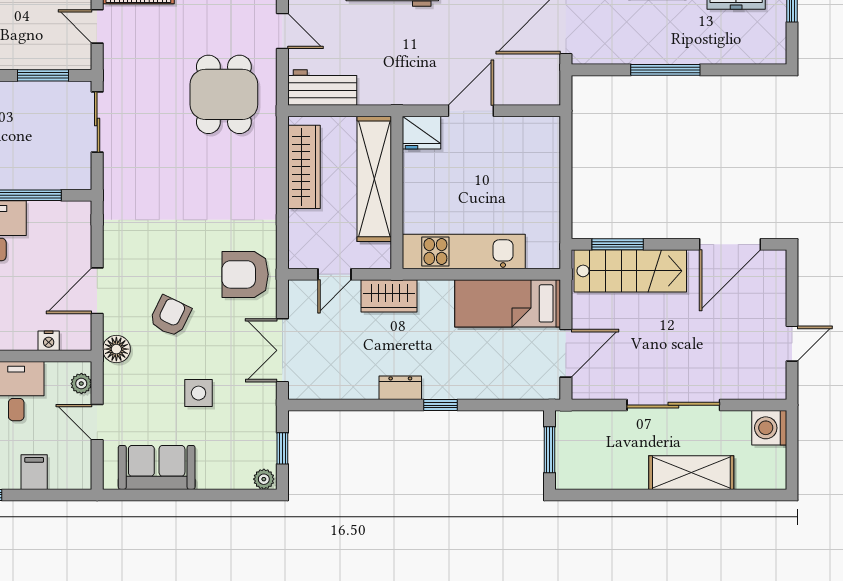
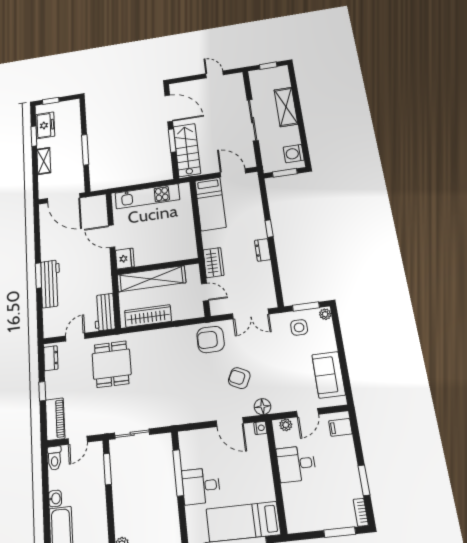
dining table: (224, 94) -> (112, 364), turned 90
window: (618, 244) -> (172, 141), moved
kitchen unit: (464, 251) -> (147, 196), moved, turned -90
armchair: (245, 274) -> (211, 340), turned 90
nightstand: (49, 341) -> (260, 428), moved
side table: (199, 393) -> (299, 327), moved
washing machine: (769, 428) -> (294, 154), moved, turned 90
window: (282, 448) -> (306, 306), width x1.50
window: (792, 452) -> (268, 66), added
filing cabinet: (34, 472) -> (340, 427), moved

